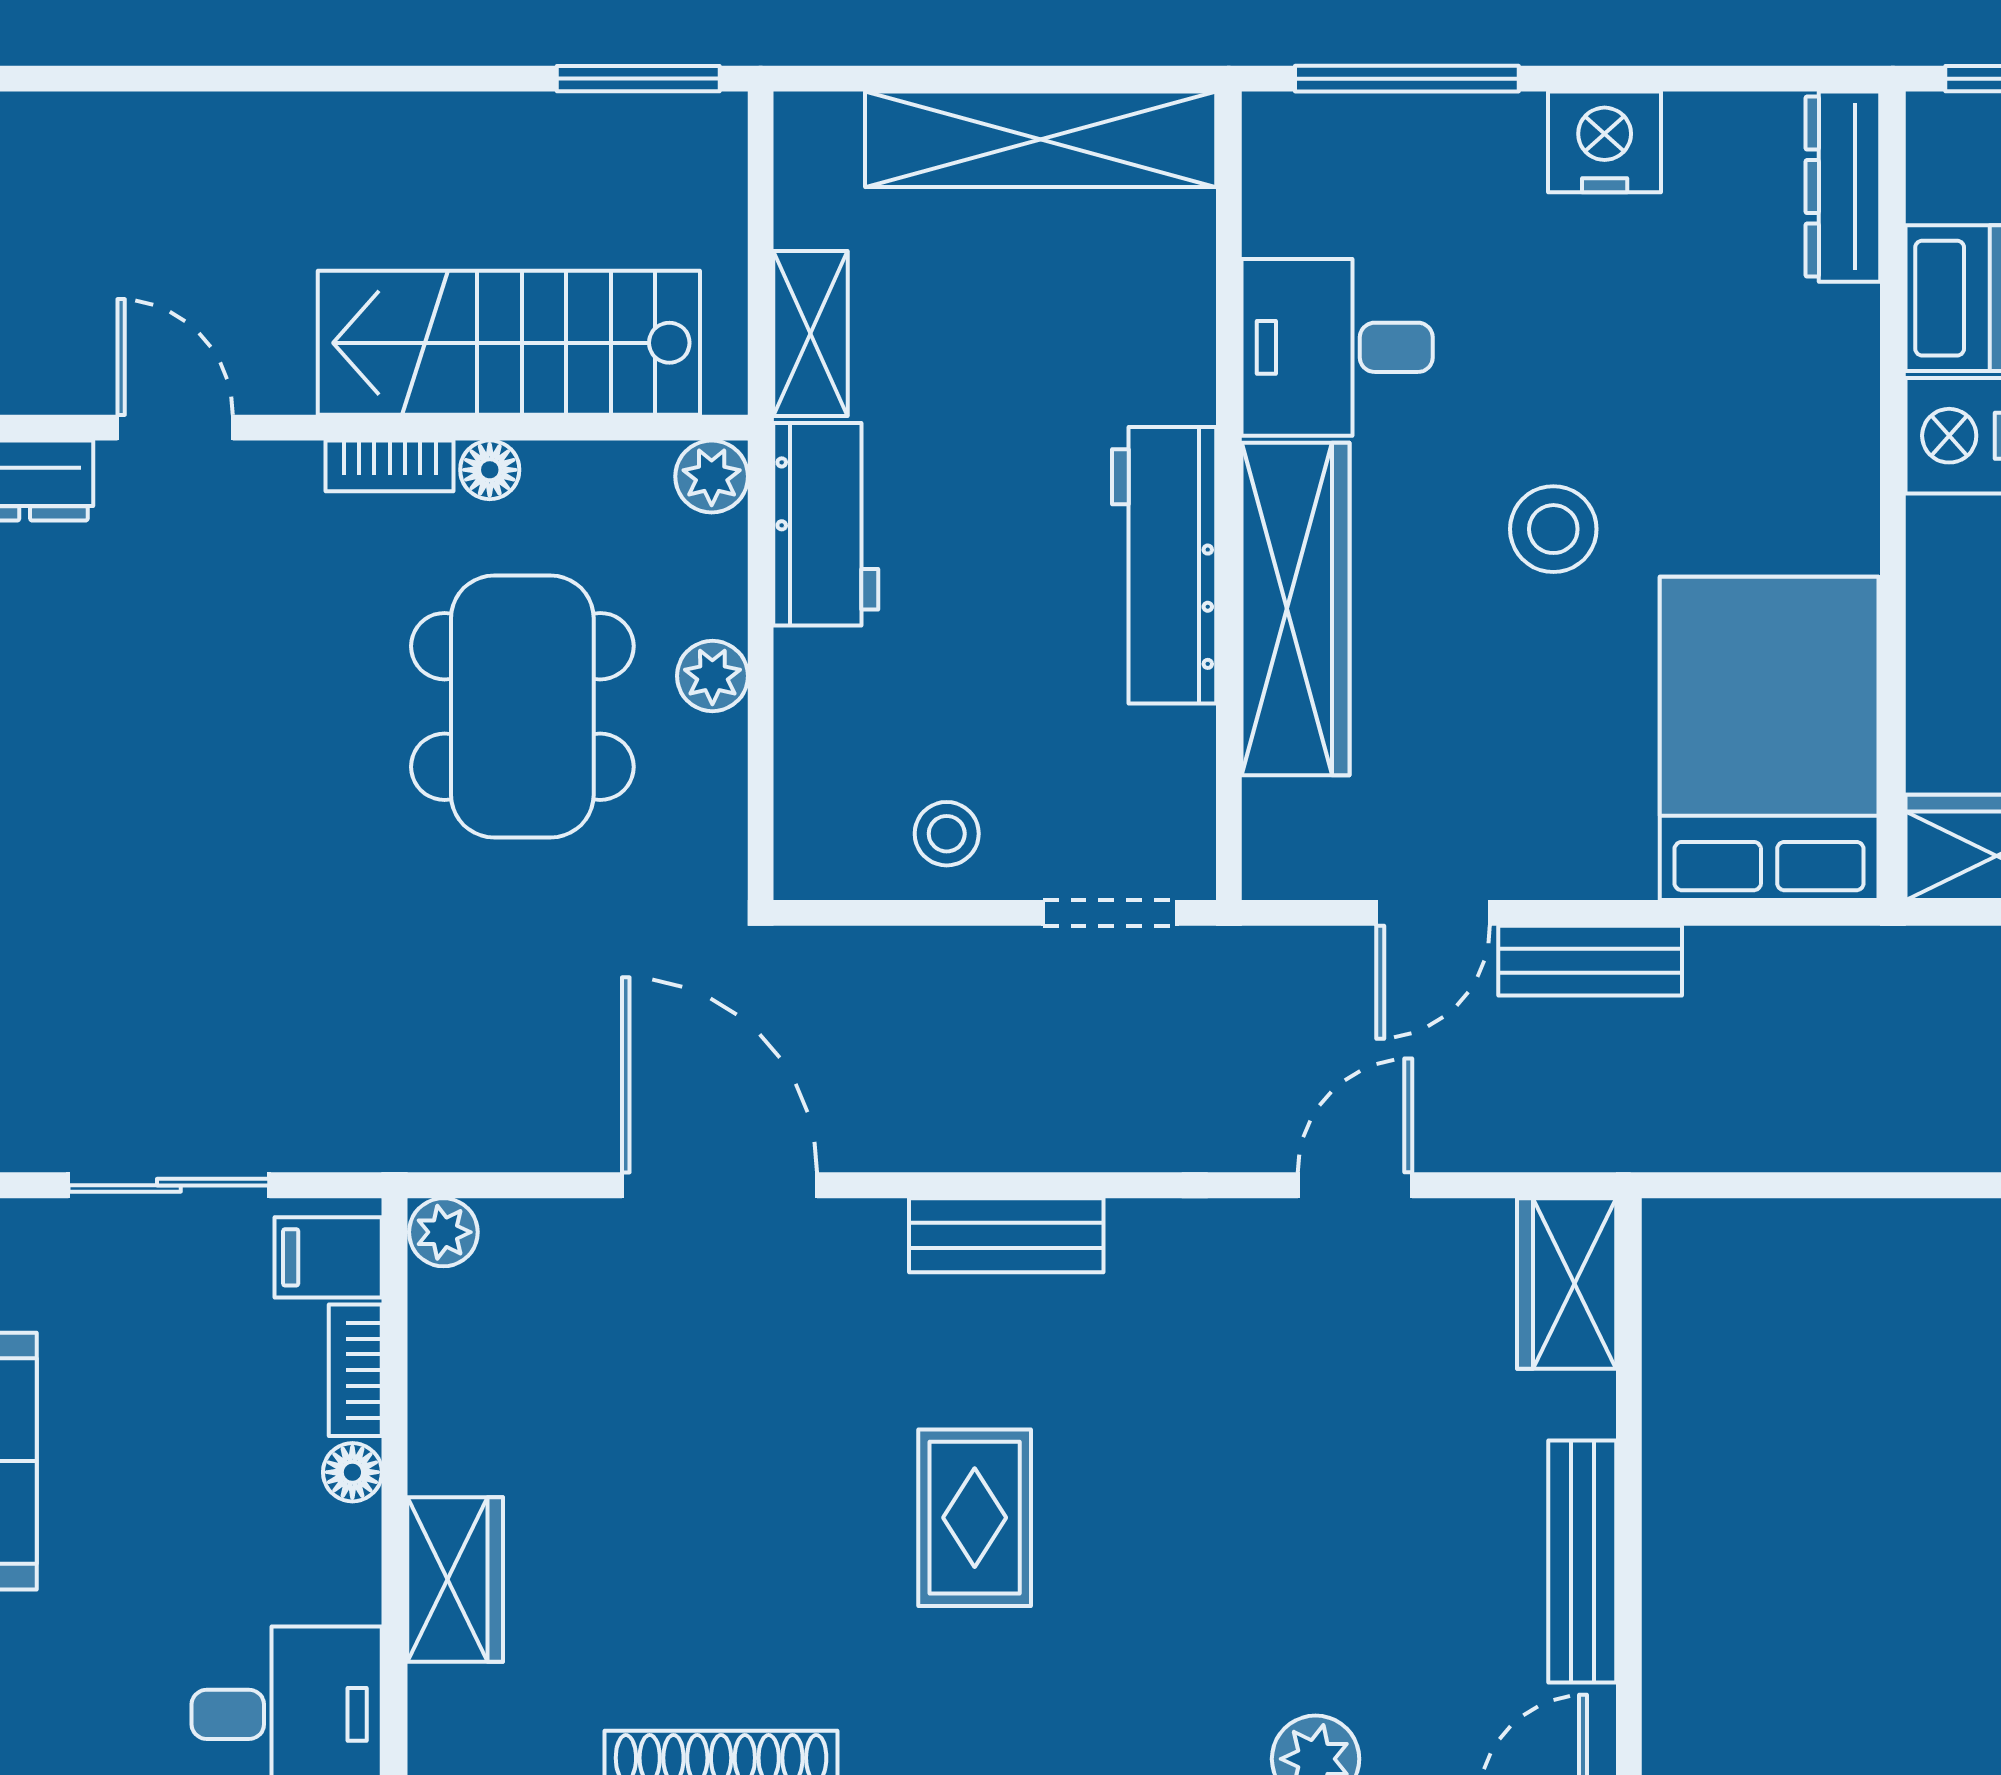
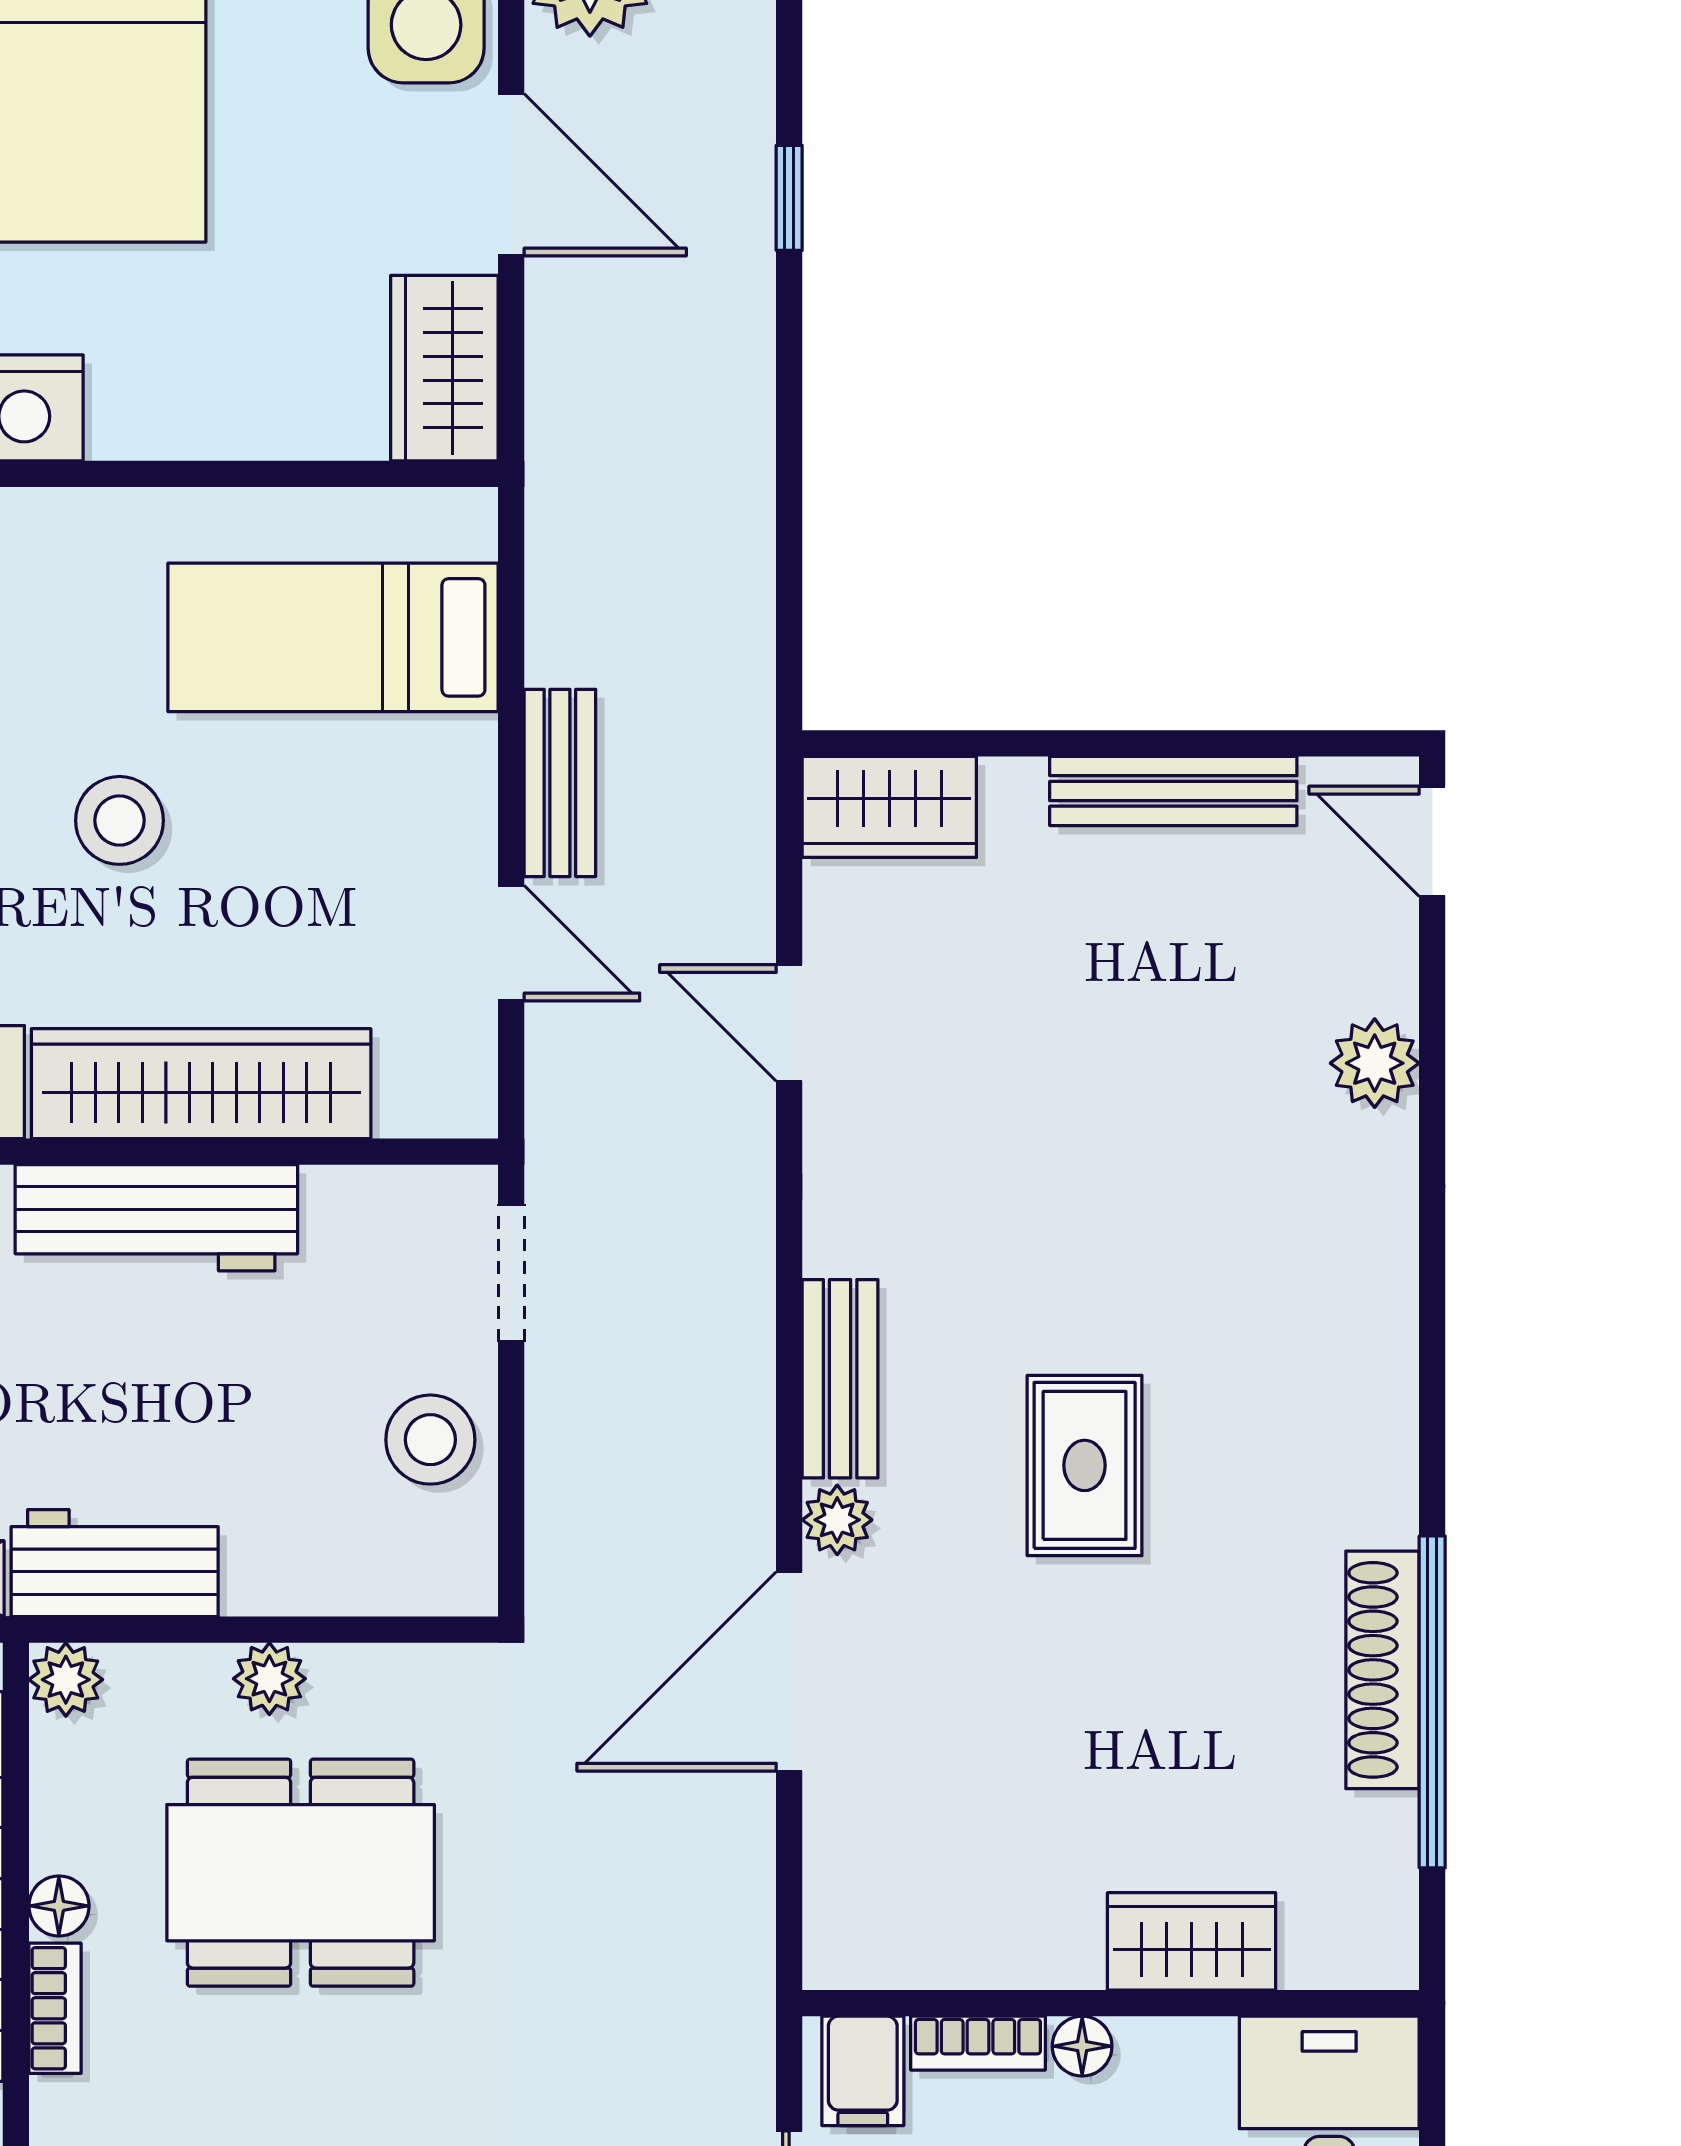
bed: (1769, 738) -> (333, 637), width x0.67
stool: (947, 834) -> (430, 1440), width x1.37, depth x1.37
plant: (443, 1232) -> (837, 1520), moved
rug: (975, 1518) -> (1085, 1465), moved, turned 90

